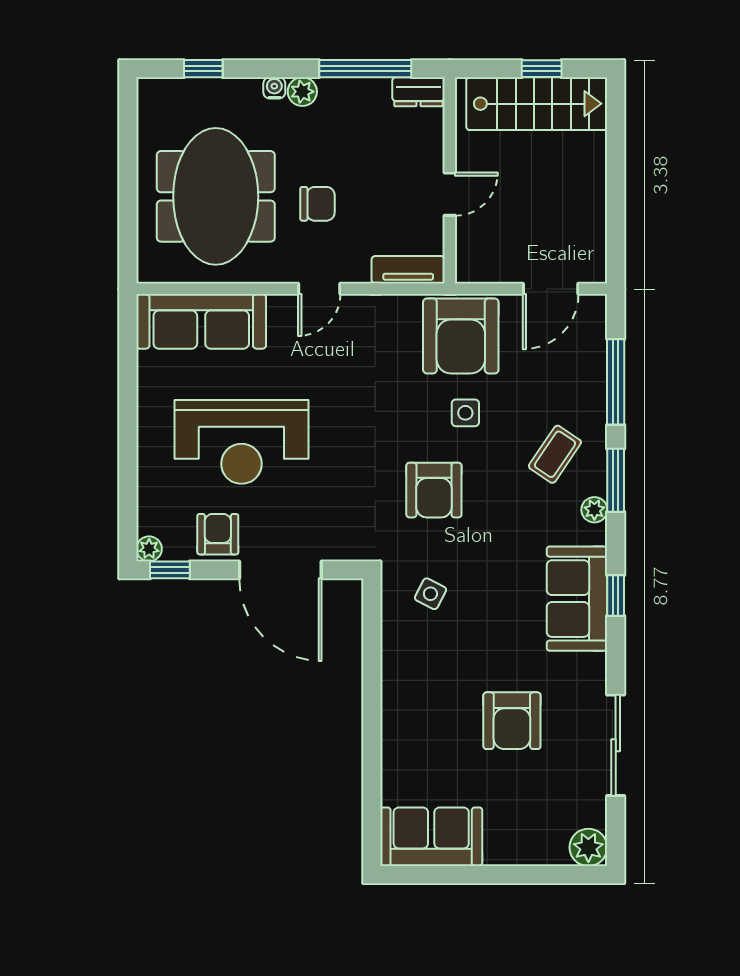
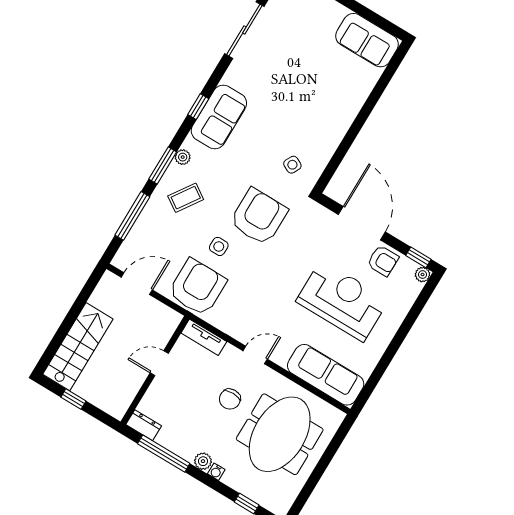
stairs: (537, 104) -> (78, 347), moved, turned 90
chair: (317, 204) -> (230, 399), turned -90
armchair: (434, 490) -> (259, 217), width x1.36, depth x1.36
armchair: (218, 534) -> (383, 261), turned -90
armchair: (512, 721) -> (290, 75), removed

